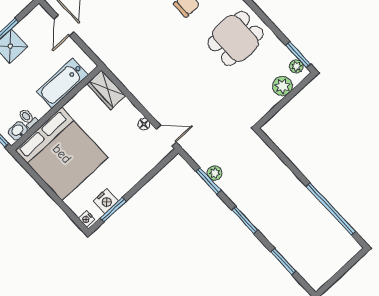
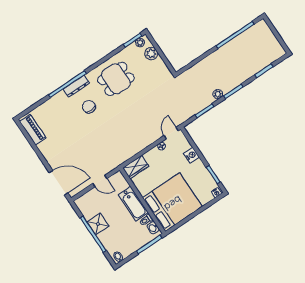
door: (64, 25) -> (100, 181), moved
dining table: (235, 38) -> (116, 79), turned 90
bathtub: (62, 83) -> (133, 204), moved
plant: (215, 173) -> (218, 94), moved
nightstand: (106, 201) -> (191, 155), moved

